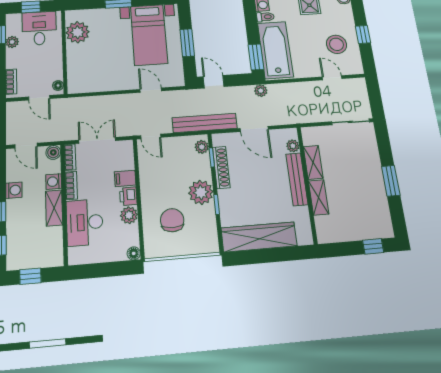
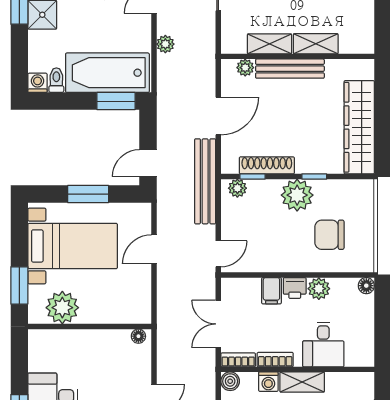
plant: (78, 32) -> (62, 308), moved
wall: (64, 51) -> (90, 326), moved
floor lamp: (58, 85) -> (138, 336), moved
plant: (261, 91) -> (165, 44), moved
desk: (85, 222) -> (323, 345), width x0.73

